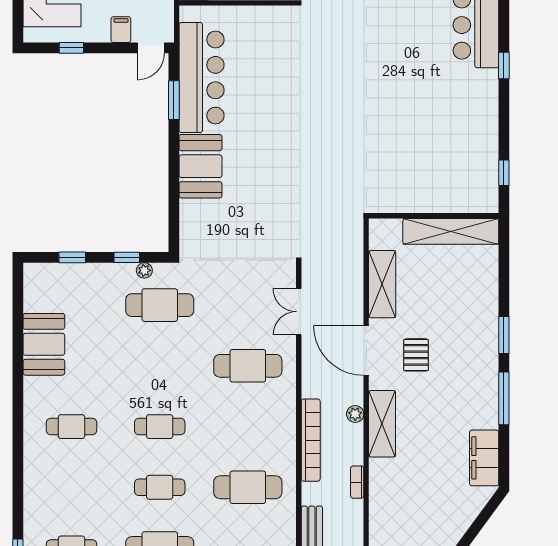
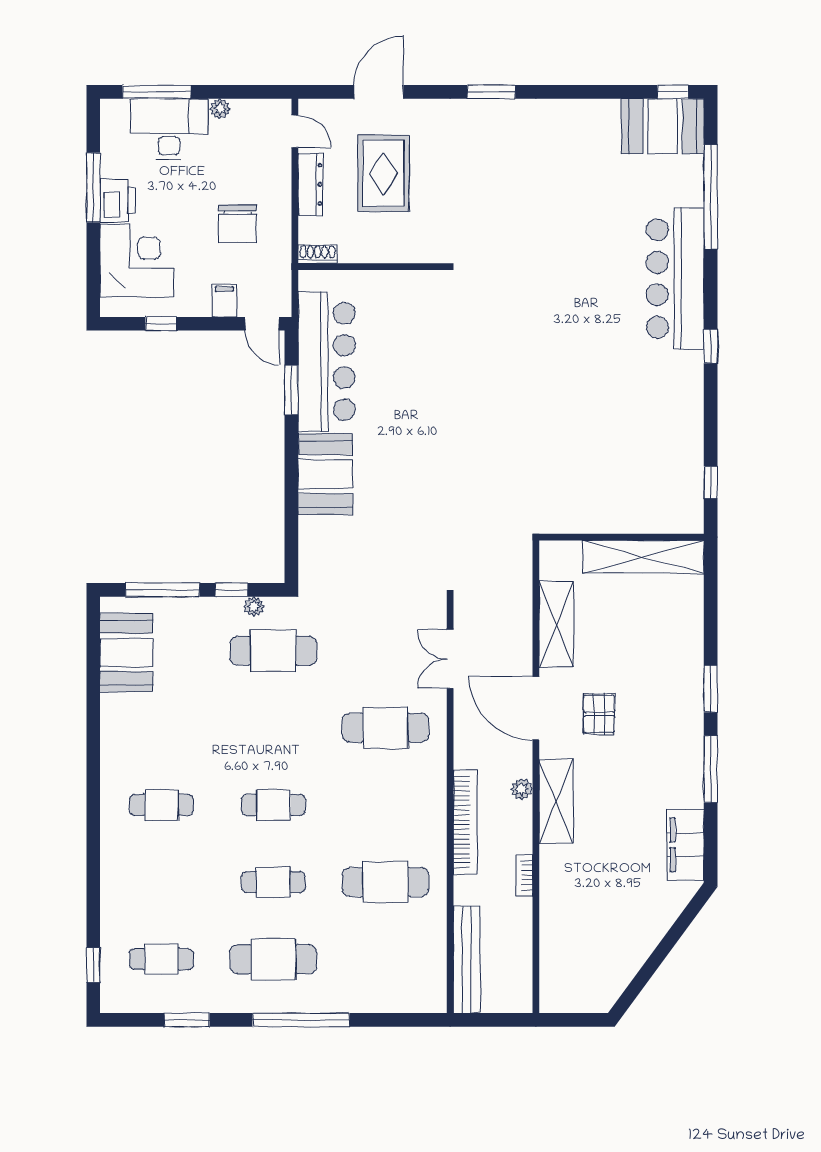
door: (151, 48) -> (262, 324), hinge flipped
window: (72, 257) -> (162, 590), width x2.17
booth: (44, 344) -> (126, 653), moved

